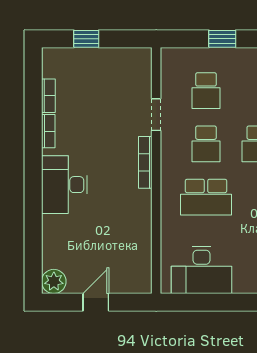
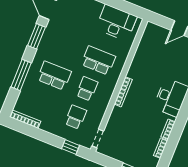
window: (222, 39) -> (71, 147), moved
doorway: (156, 115) -> (98, 139), moved

